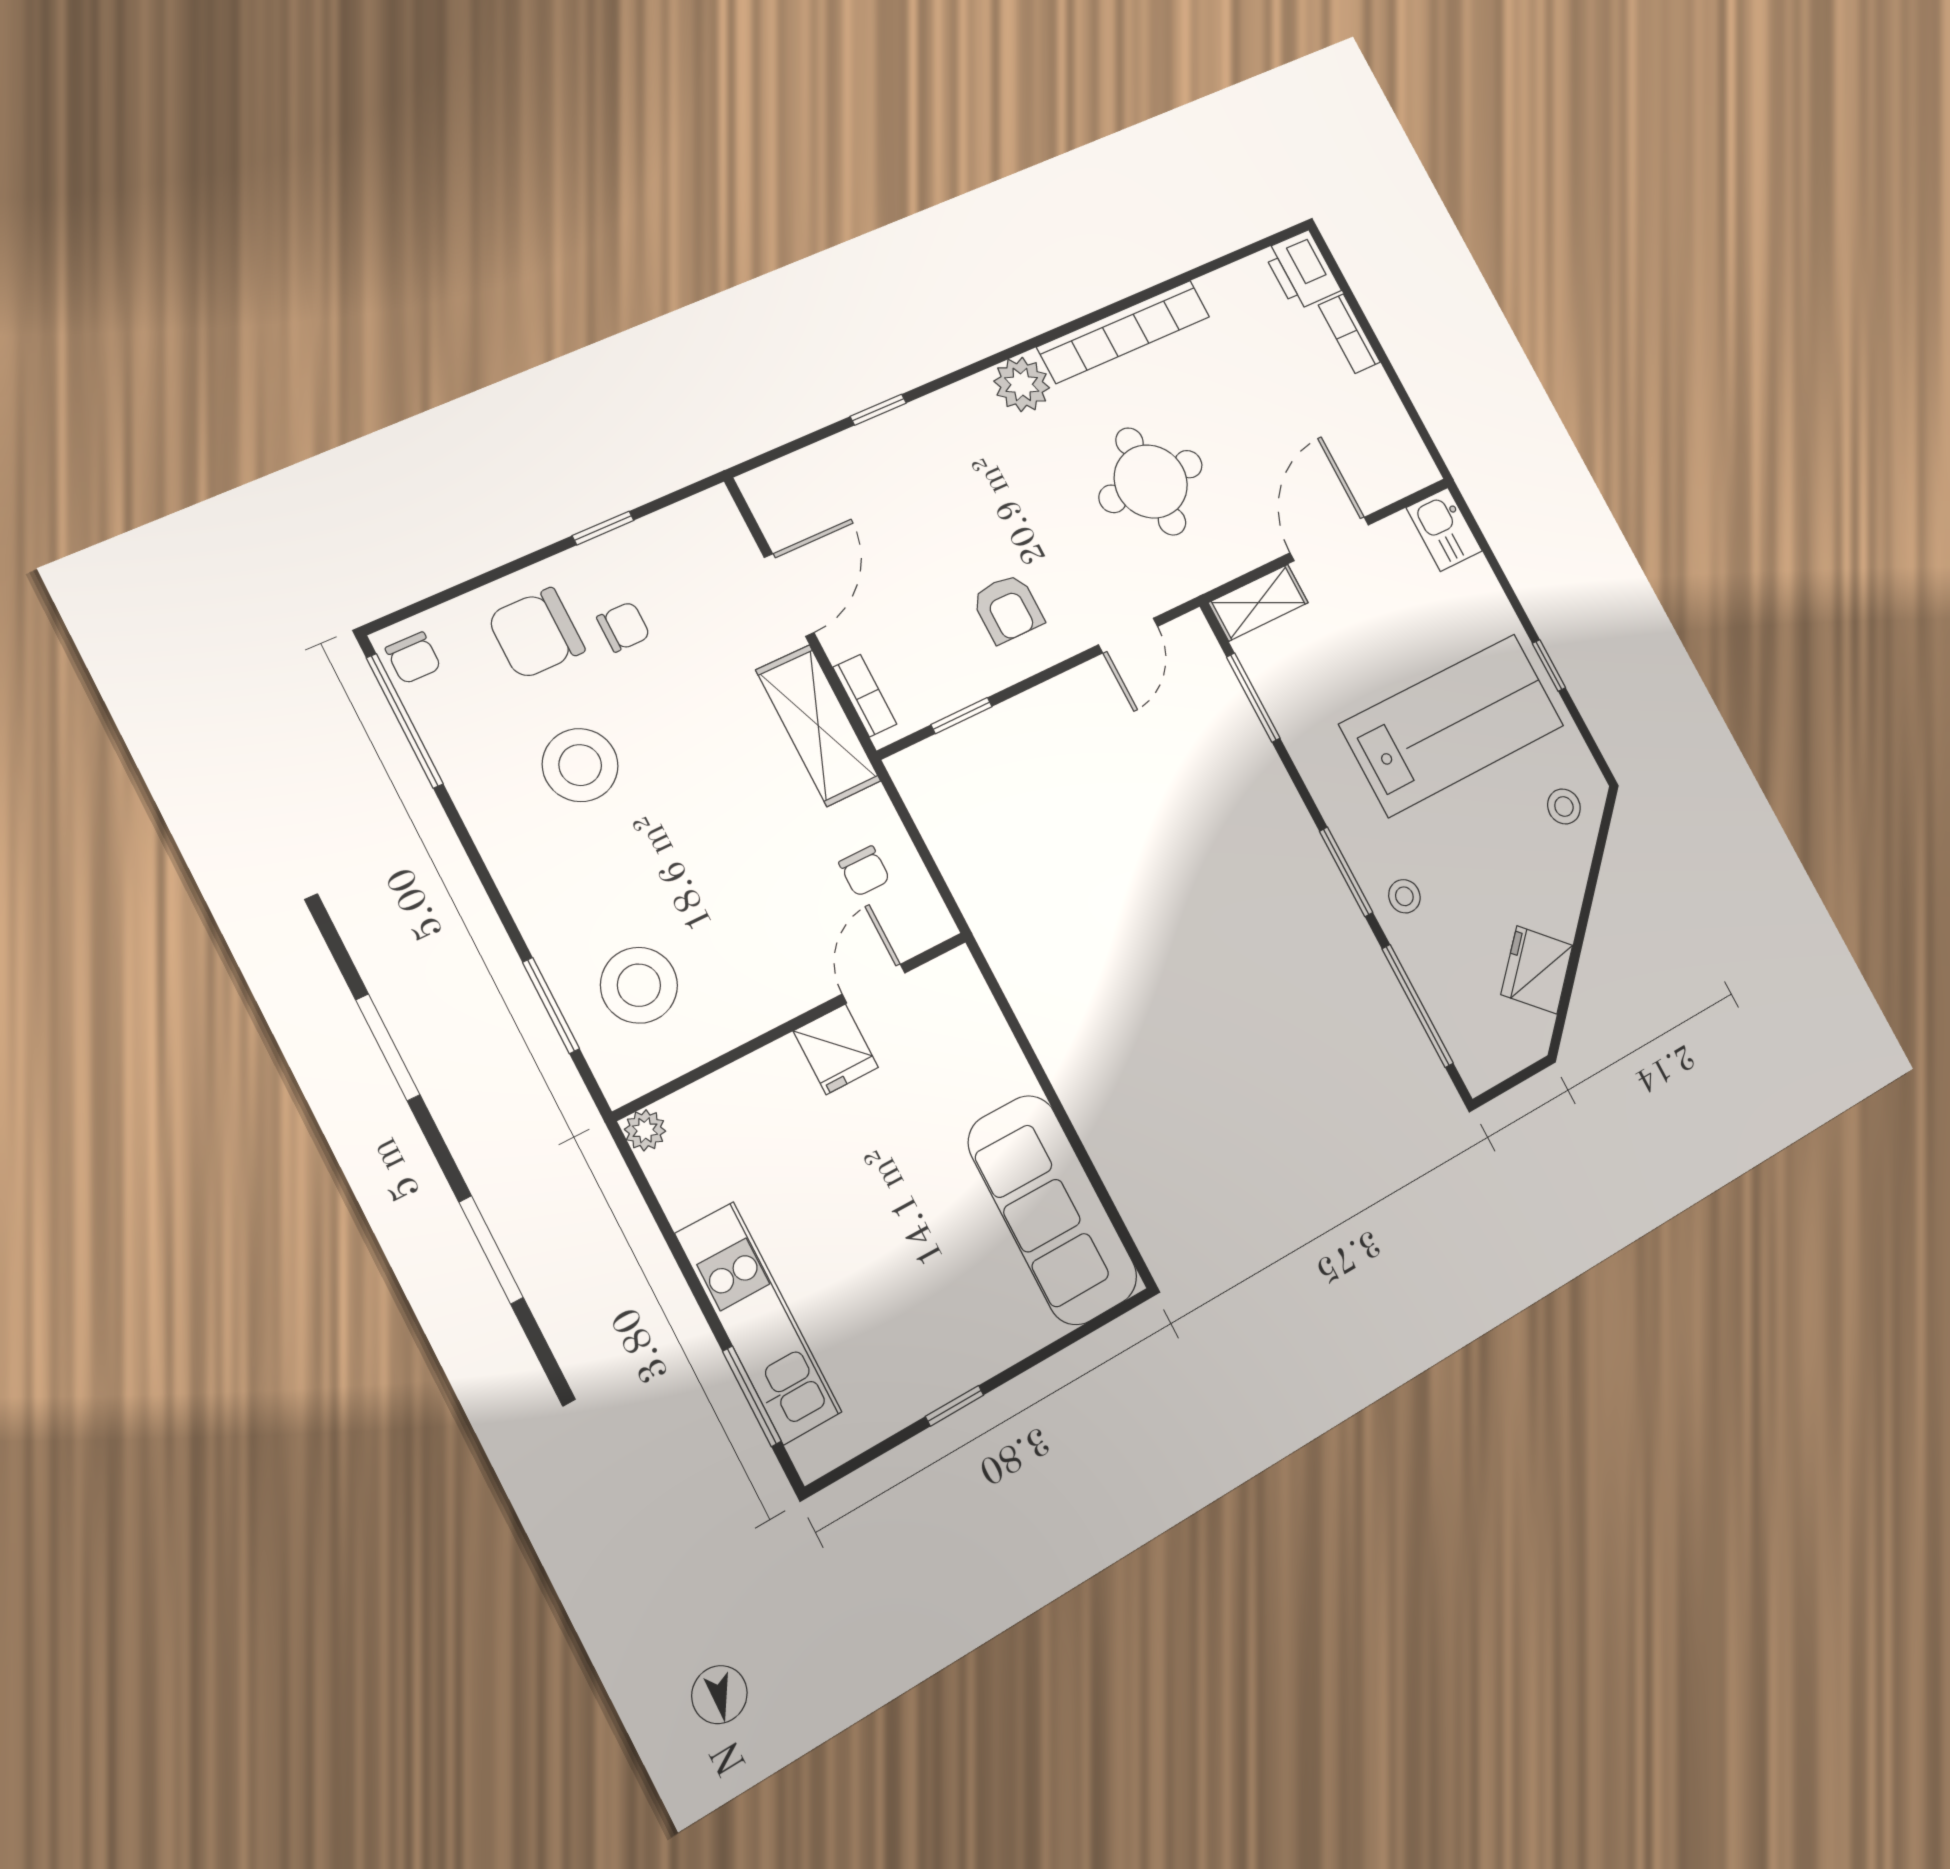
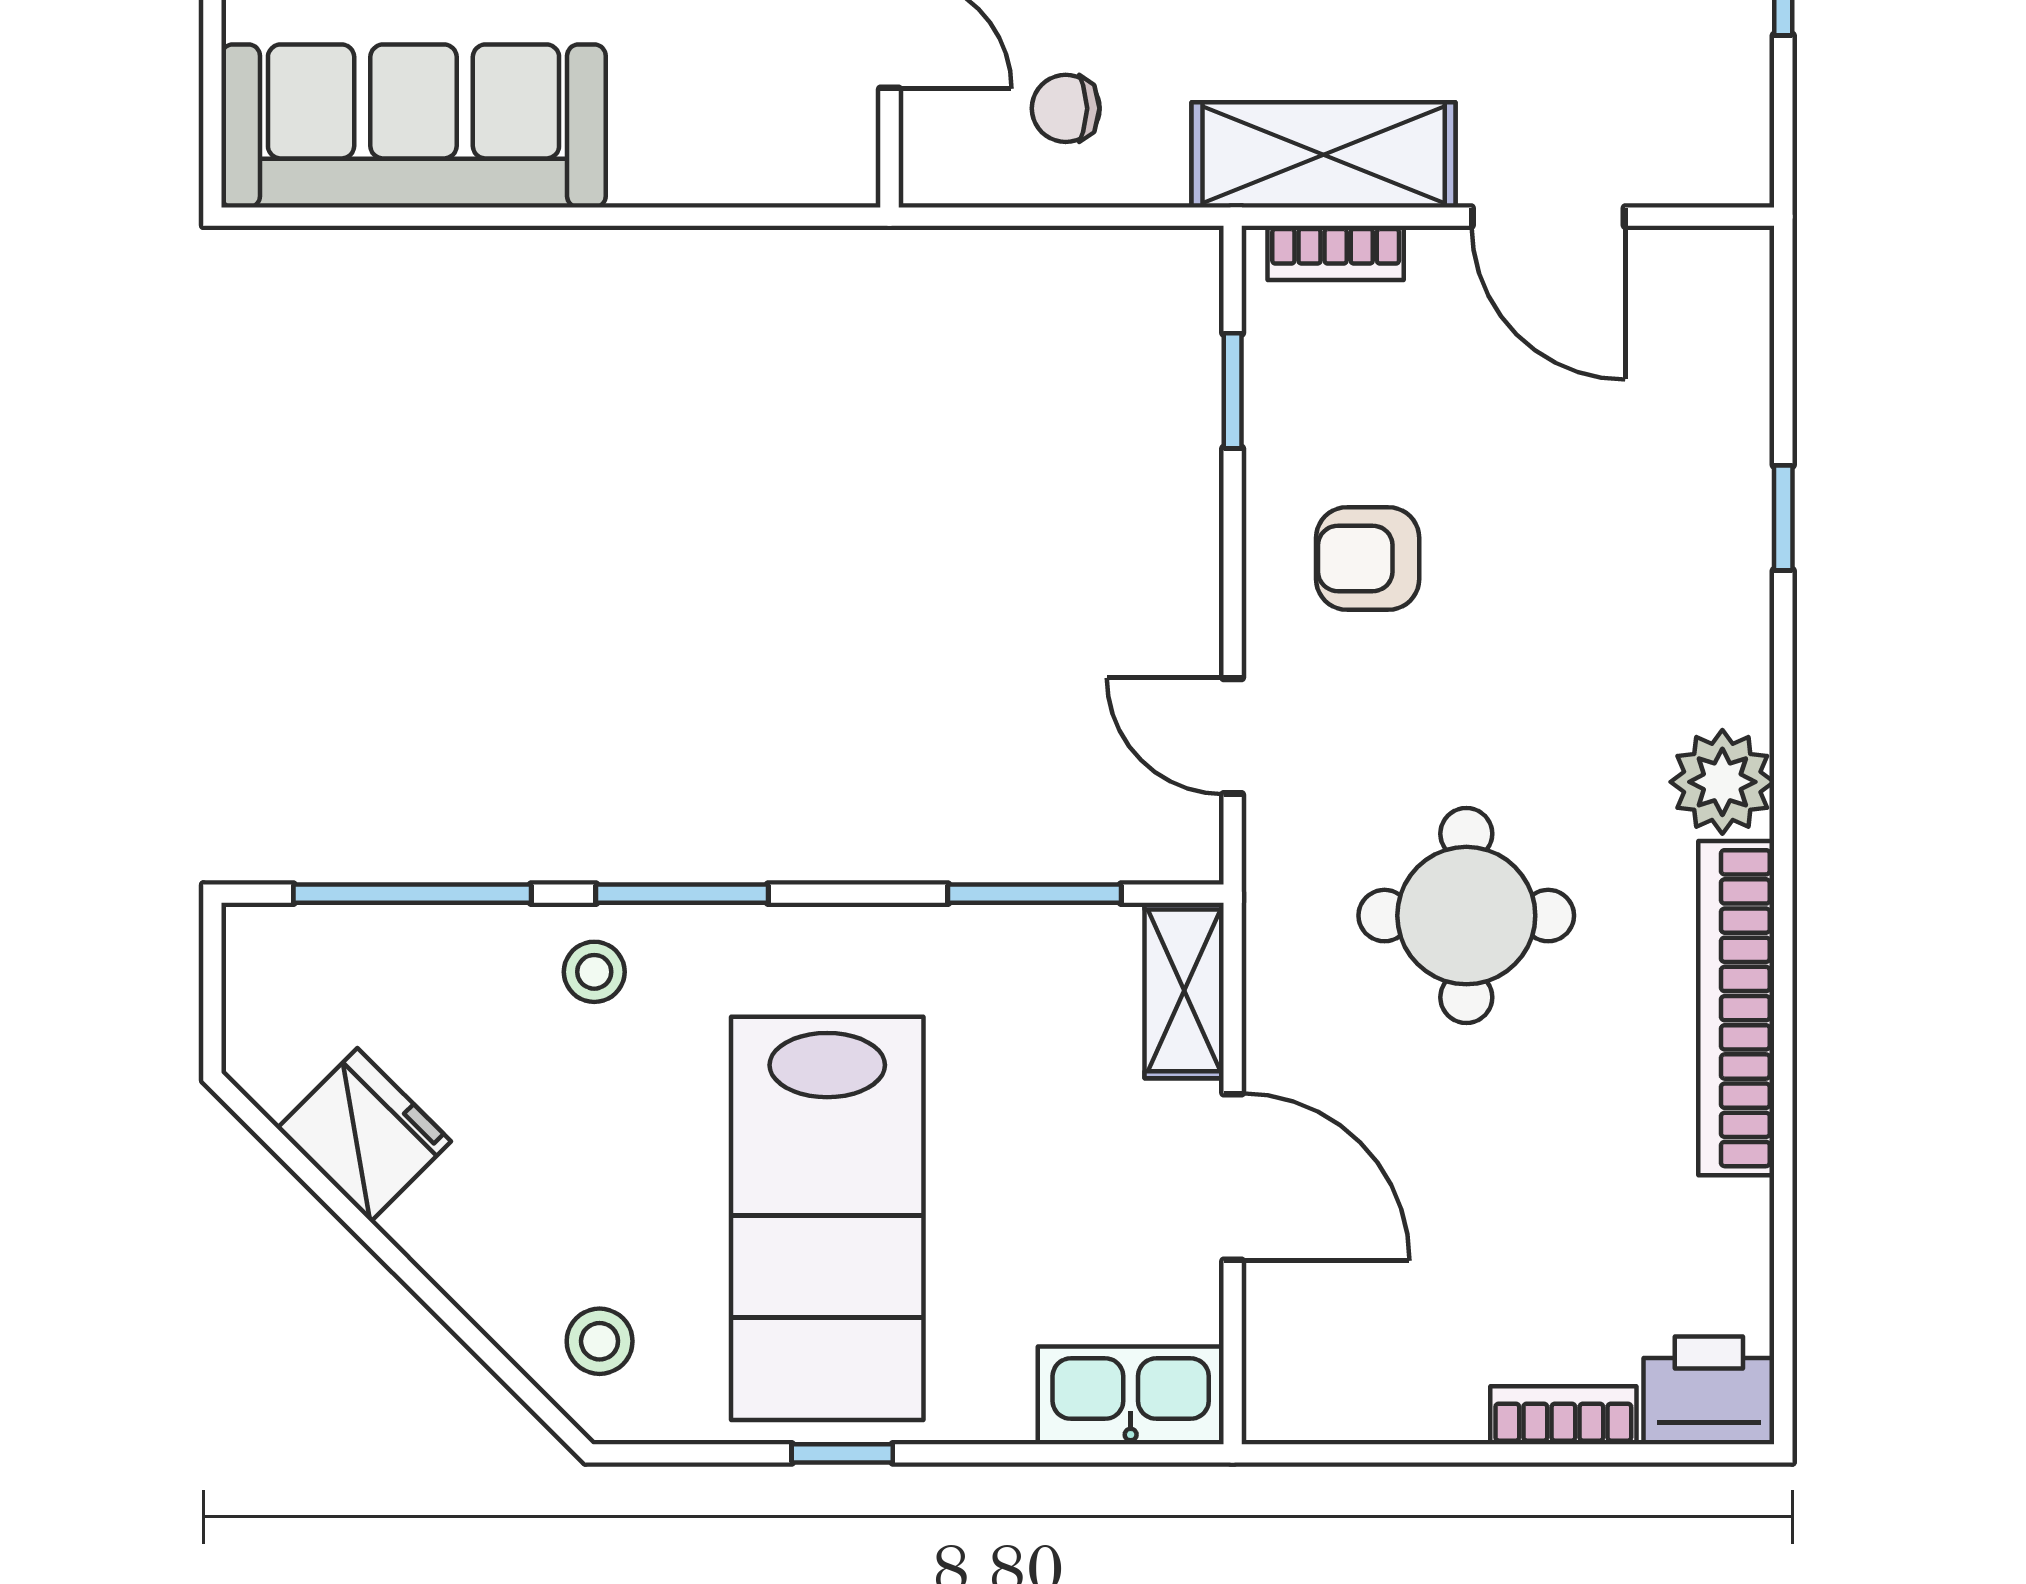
kitchen sink: (1444, 529) -> (1131, 1395), width x1.38

